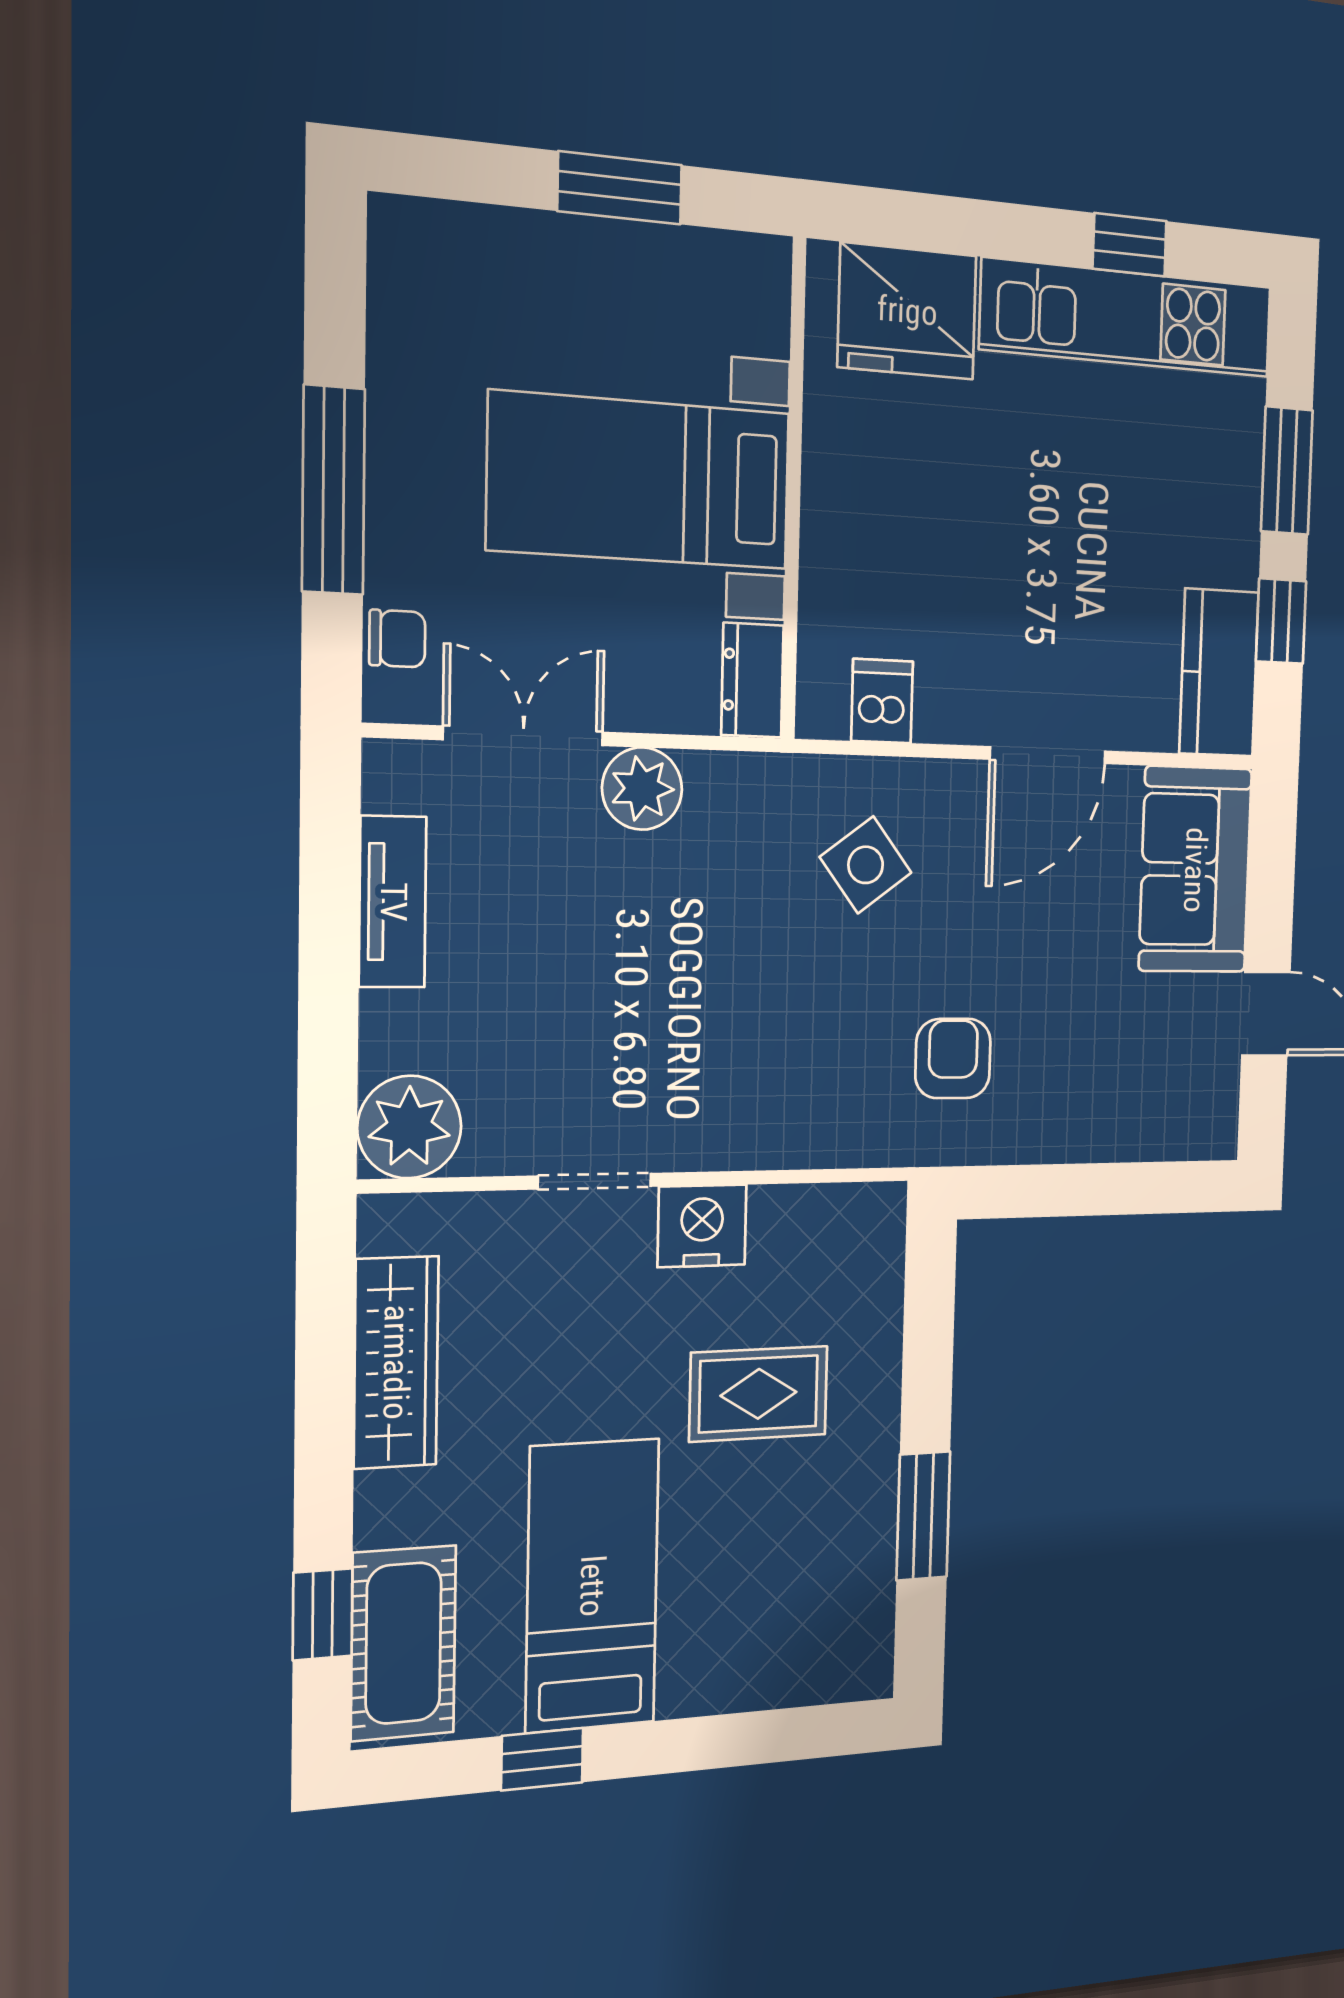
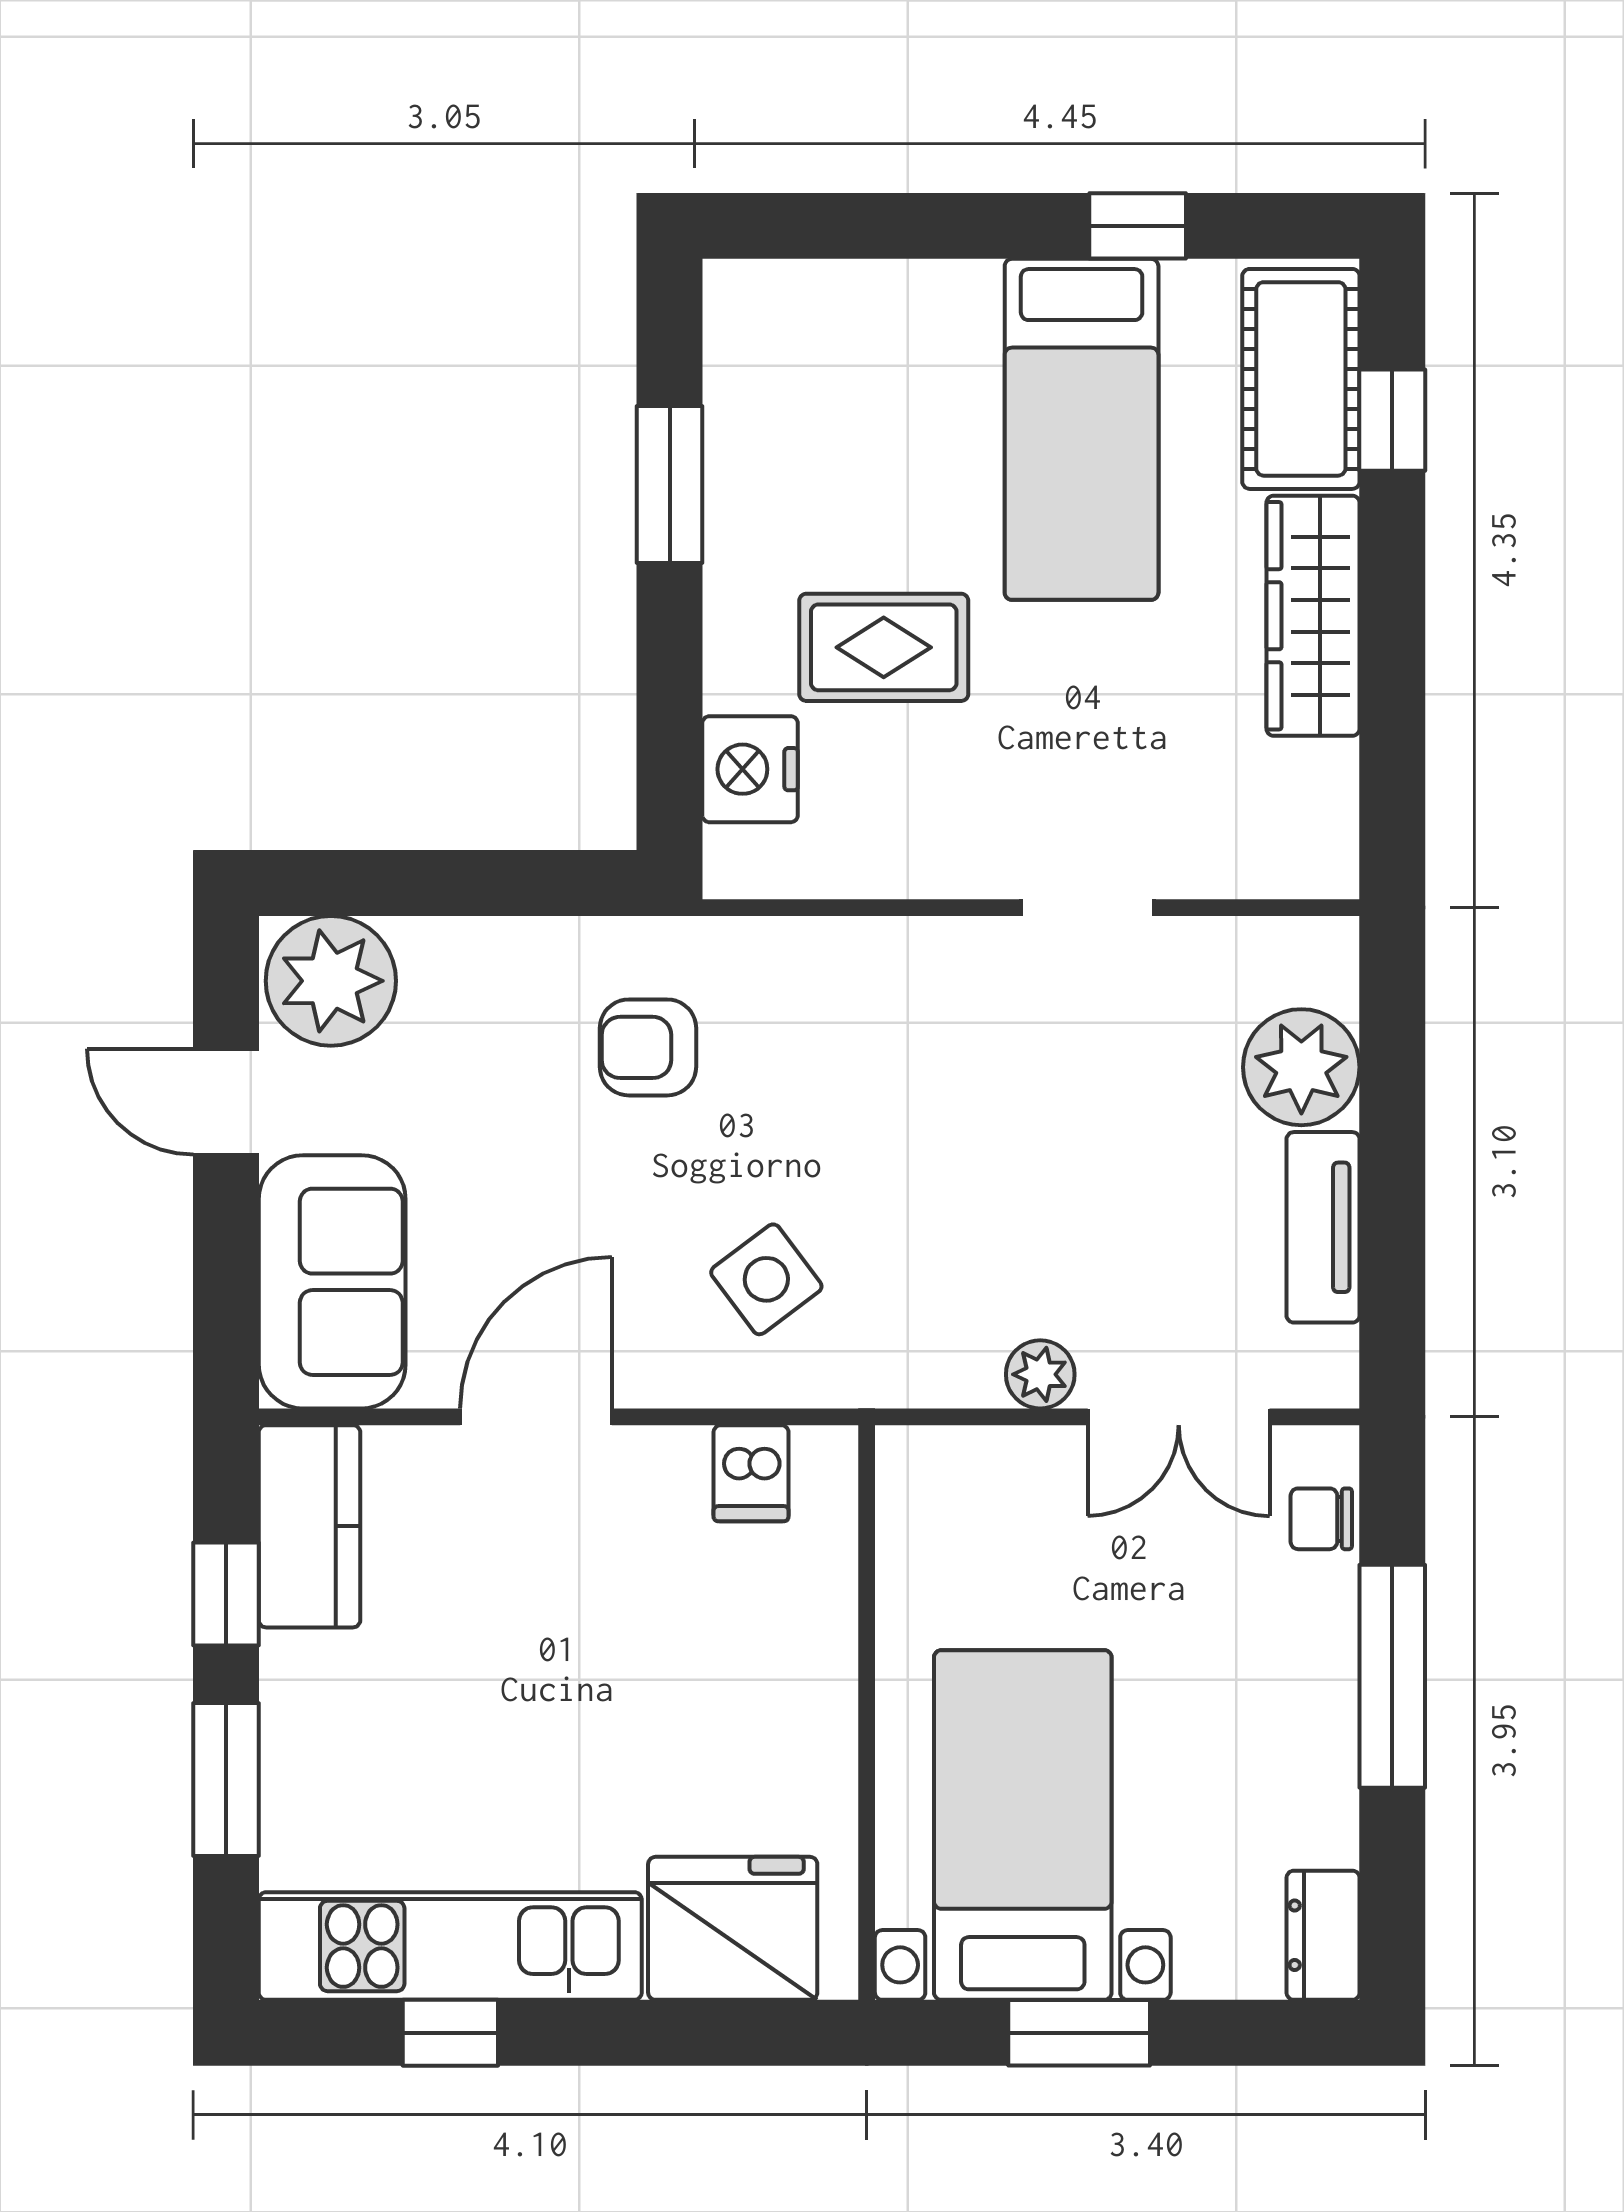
bed with nightstands: (640, 481) -> (1023, 1825), moved, turned -90
dresser: (752, 680) -> (1323, 1935), moved, turned 180
plant: (642, 789) -> (1040, 1374), width x0.73, depth x0.73
armchair: (953, 1059) -> (648, 1047), turned 90
plant: (1188, 1110) -> (331, 981), added
plant: (409, 1127) -> (1301, 1067), moved
nightstand: (702, 1226) -> (750, 769), moved, turned 90
wardrobe: (396, 1362) -> (1313, 616), moved

